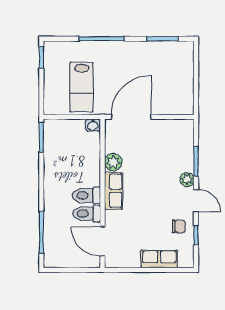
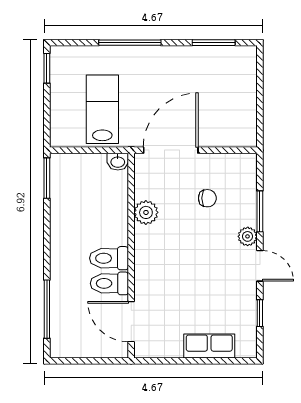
lab bench: (82, 87) -> (102, 109), turned 180
row of seats: (113, 191) -> (146, 252), removed
chair: (179, 226) -> (207, 198), moved

